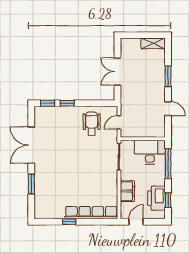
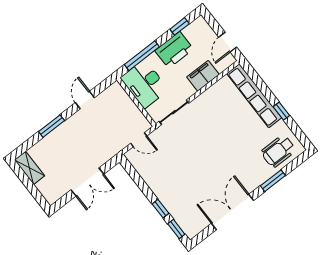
wheelchair: (92, 124) -> (278, 151), moved
double door: (31, 145) -> (233, 212), swing flipped
printer: (156, 198) -> (174, 50), moved
door: (136, 222) -> (228, 42), hinge flipped

